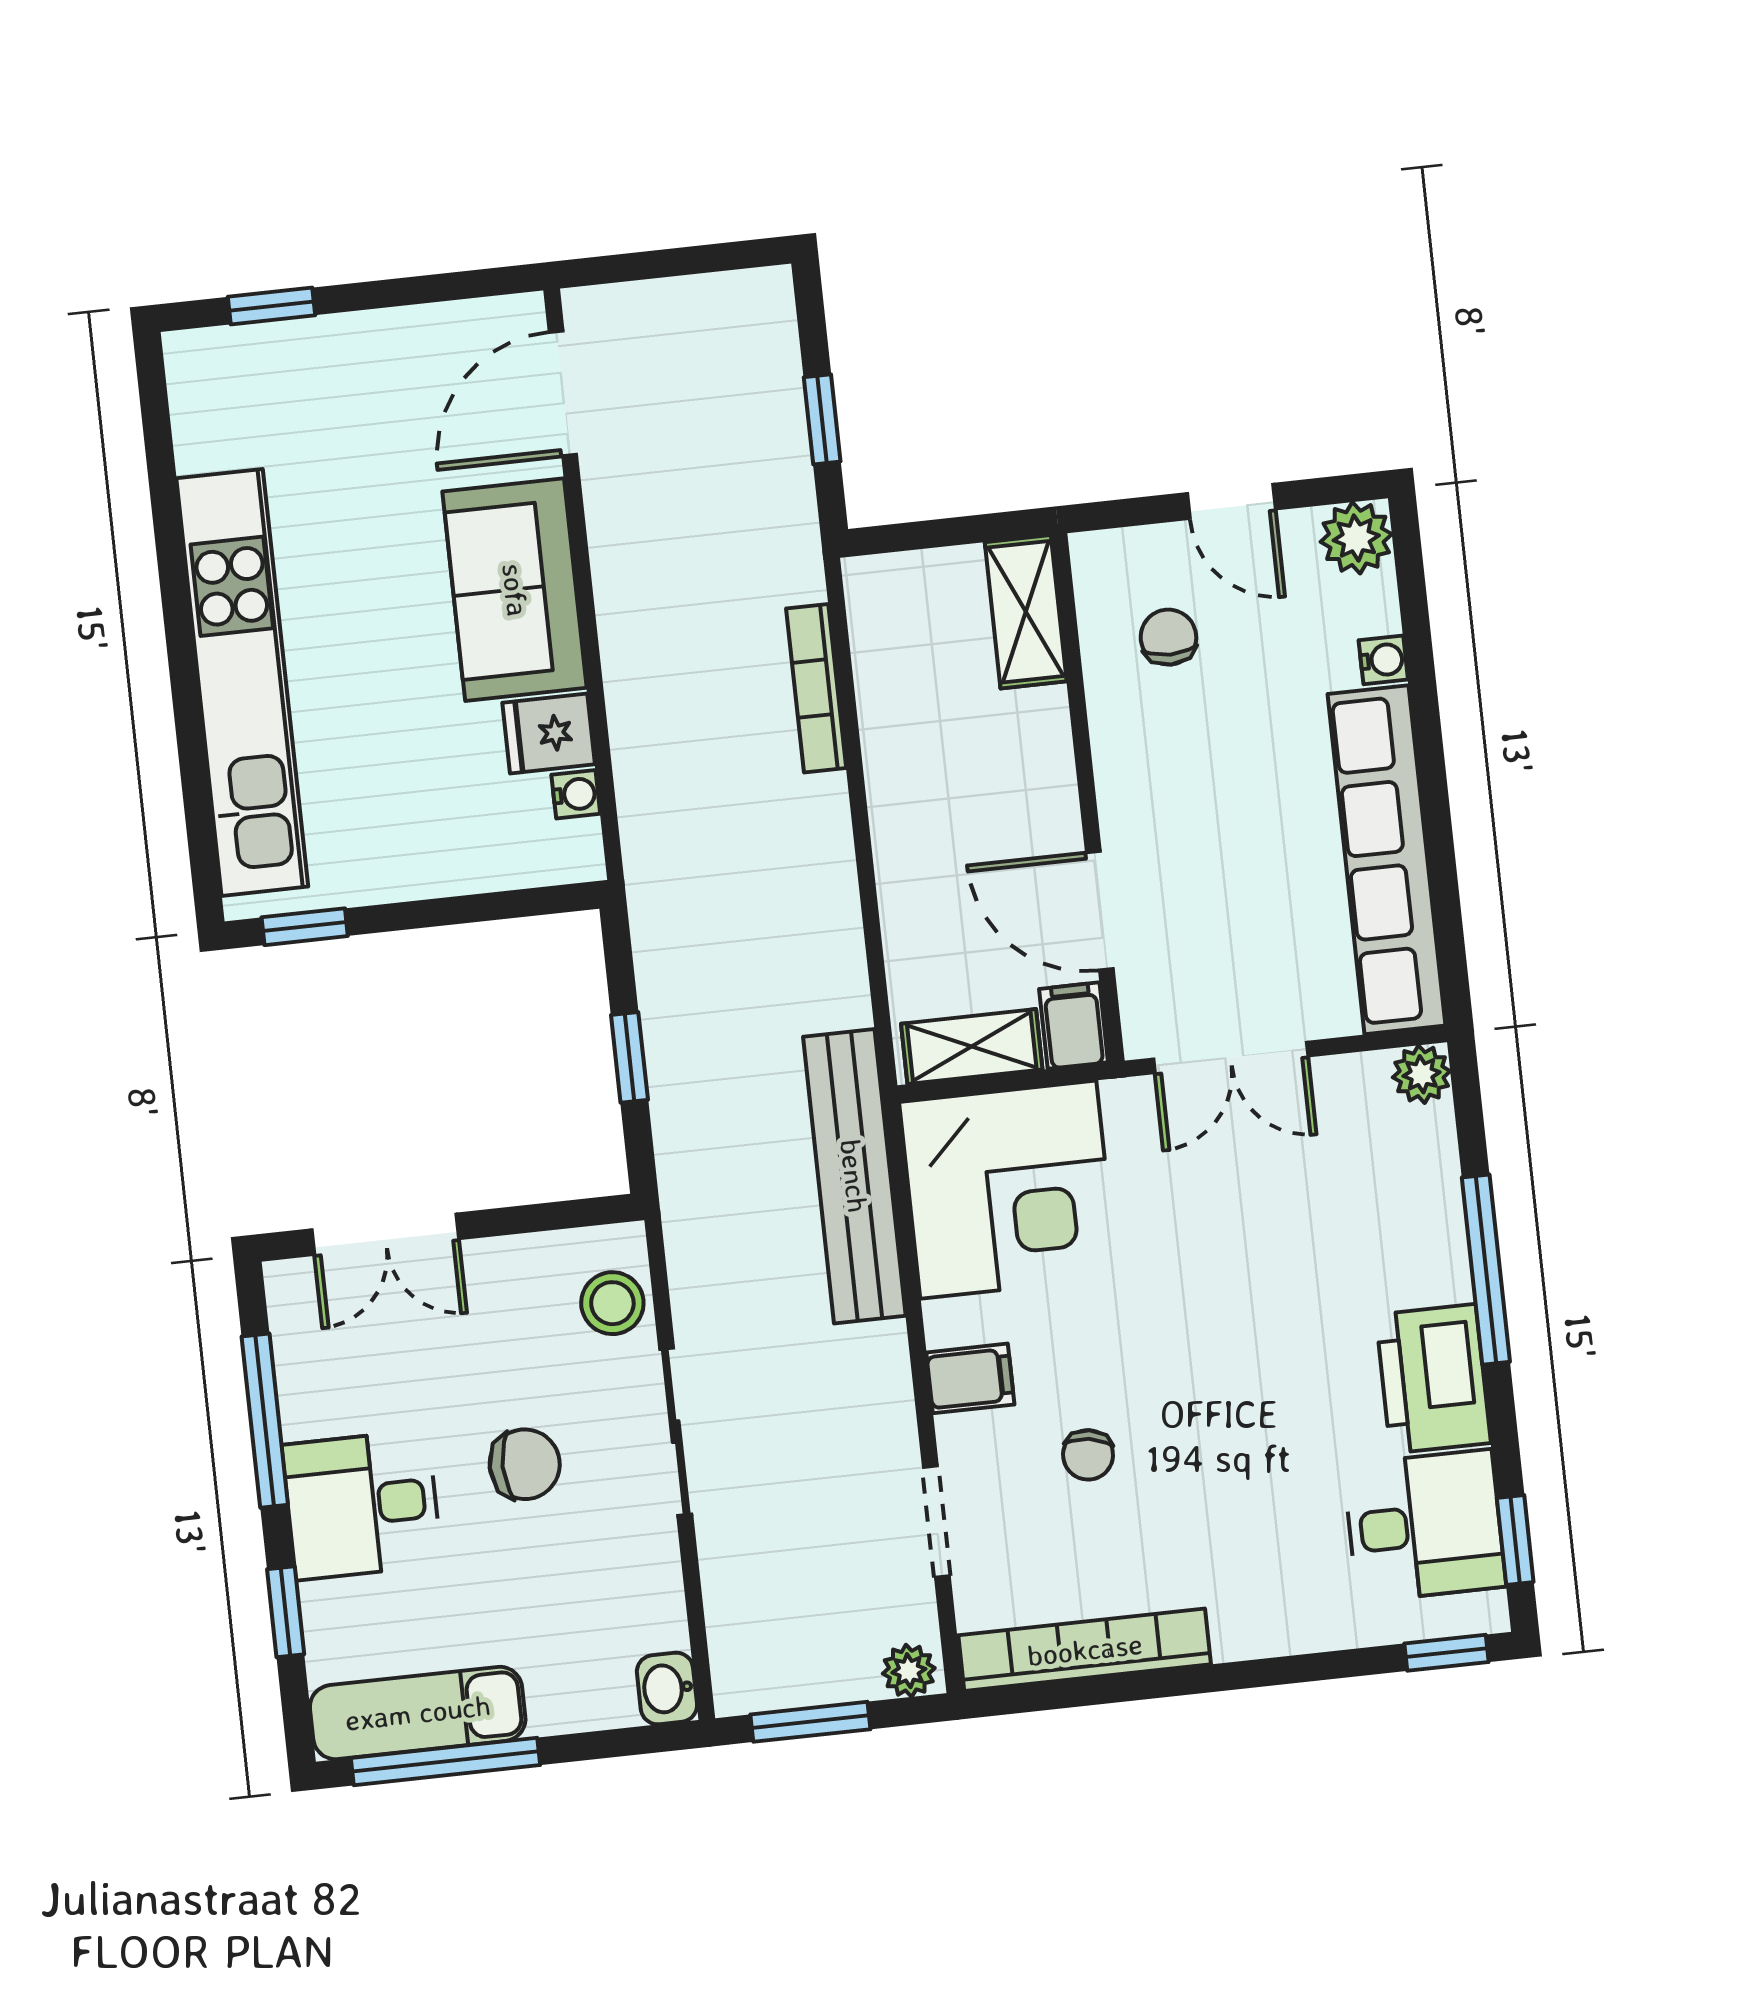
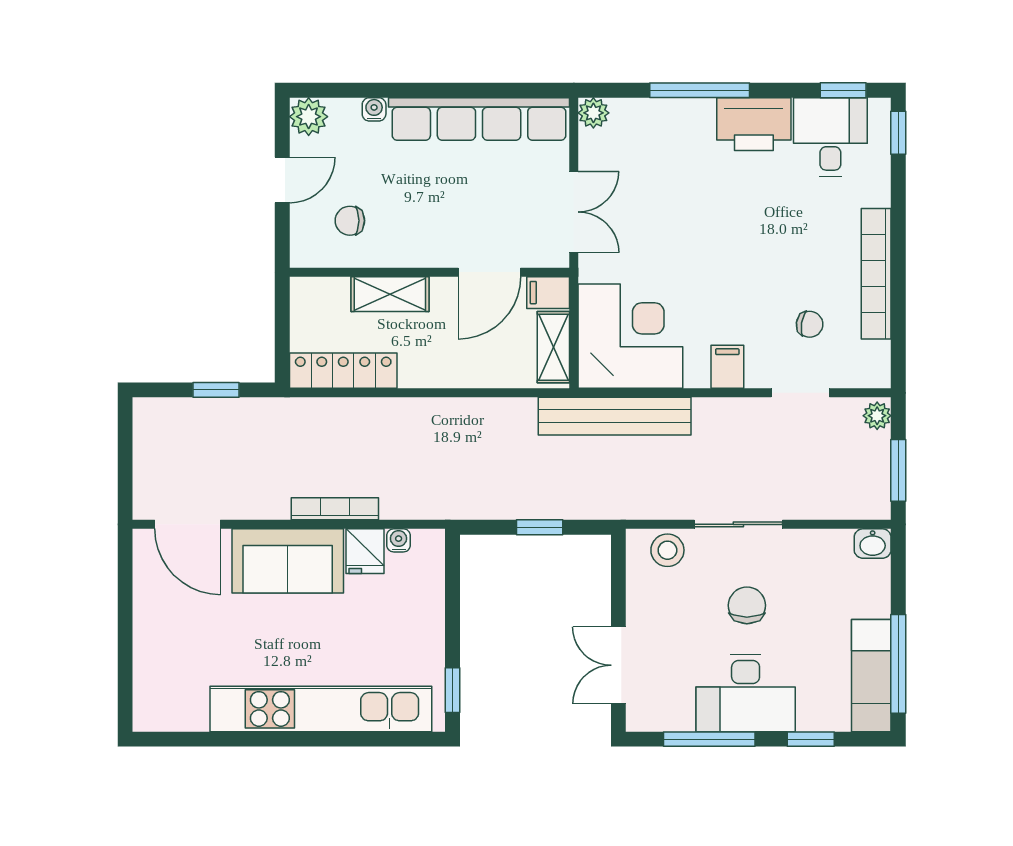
window: (272, 306) -> (125, 672), removed
shelving: (1026, 612) -> (390, 294), moved
locker: (884, 655) -> (343, 371), added
bookcase: (816, 688) -> (335, 509), moved, turned 180
double door: (385, 1234) -> (618, 665), swing flipped
chair: (1088, 1455) -> (810, 324), moved
desk: (362, 1505) -> (746, 693), width x1.37
bookcase: (1085, 1650) -> (876, 274), moved

